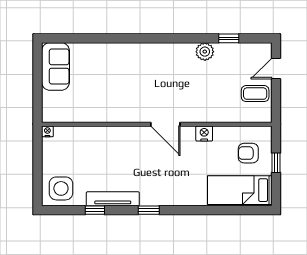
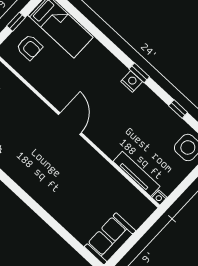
nightstand: (204, 133) -> (132, 81), moved, turned 180
tv unit: (113, 199) -> (136, 174), moved, turned 180

